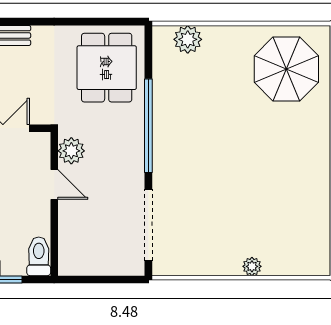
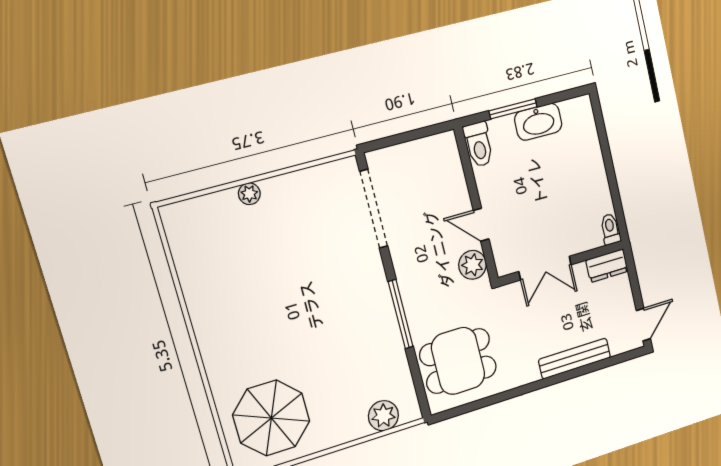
dining table: (107, 68) -> (458, 361), turned 90
window: (148, 126) -> (401, 314), width x0.68

